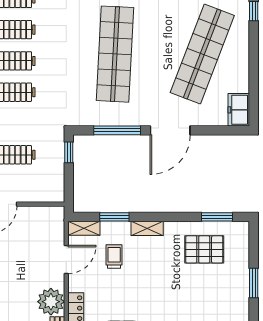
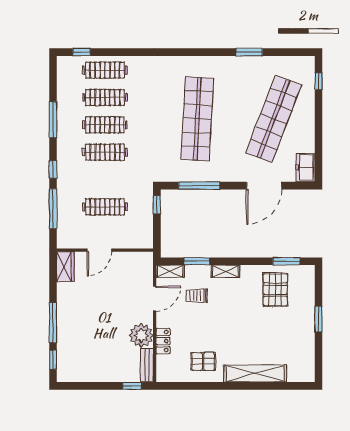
door: (170, 130) -> (264, 186), moved
pallet: (204, 249) -> (275, 290), turned 90
trolley: (114, 256) -> (196, 296), turned -90

